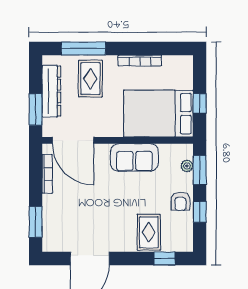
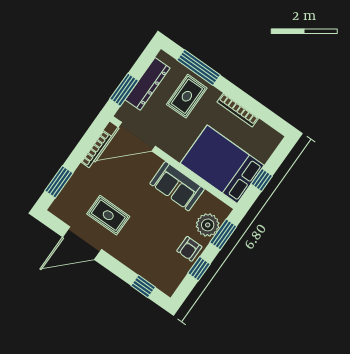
door: (73, 140) -> (137, 137), hinge flipped
plant: (187, 166) -> (208, 225), width x1.87, depth x1.87
rug: (149, 232) -> (108, 215), moved, turned 90

